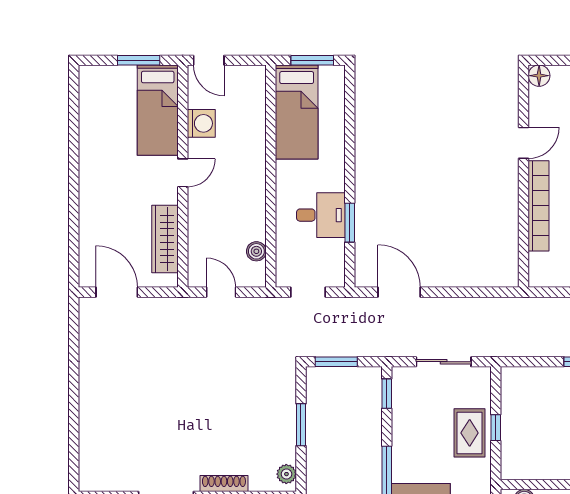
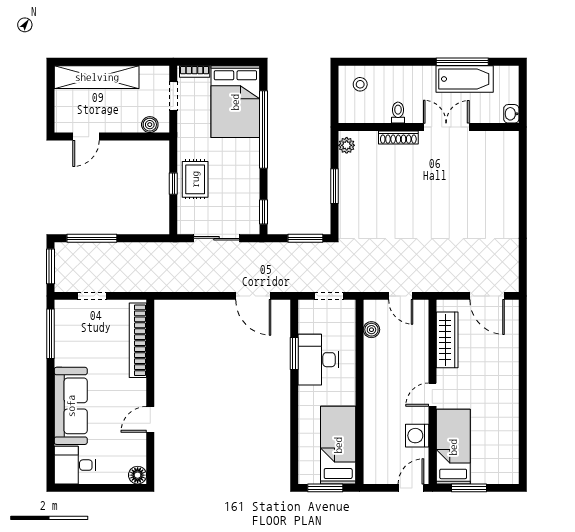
door: (209, 60) -> (411, 488), hinge flipped
bookcase: (538, 206) -> (138, 340), moved
desk: (321, 215) -> (318, 360), width x1.37

